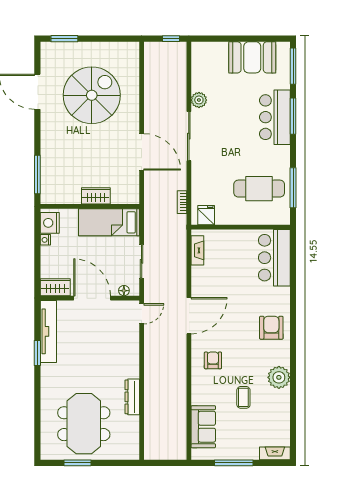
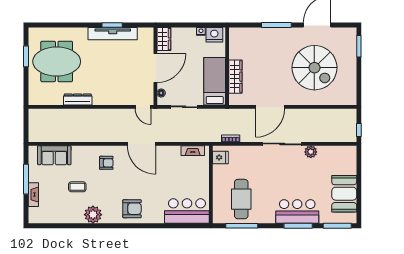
window: (37, 175) -> (276, 25), moved
wardrobe: (96, 196) -> (235, 77), width x1.50
tv unit: (48, 331) -> (113, 34), moved
fireplace: (275, 453) -> (33, 195), moved

